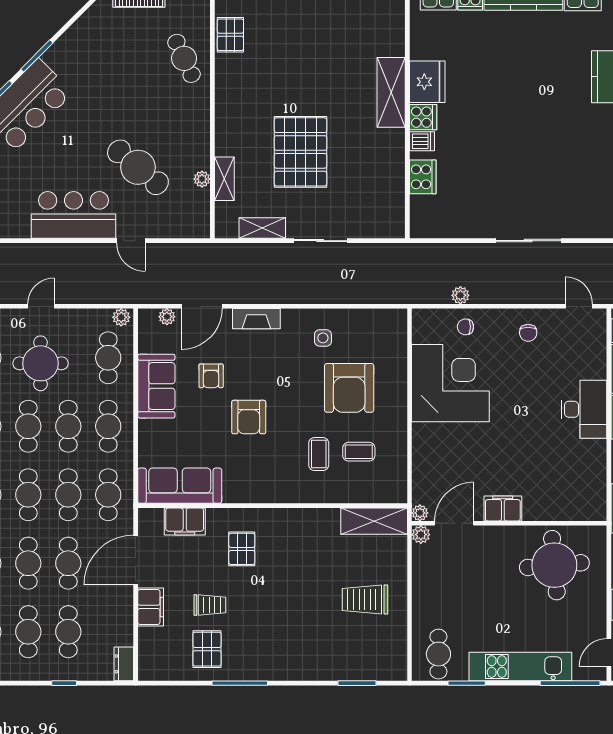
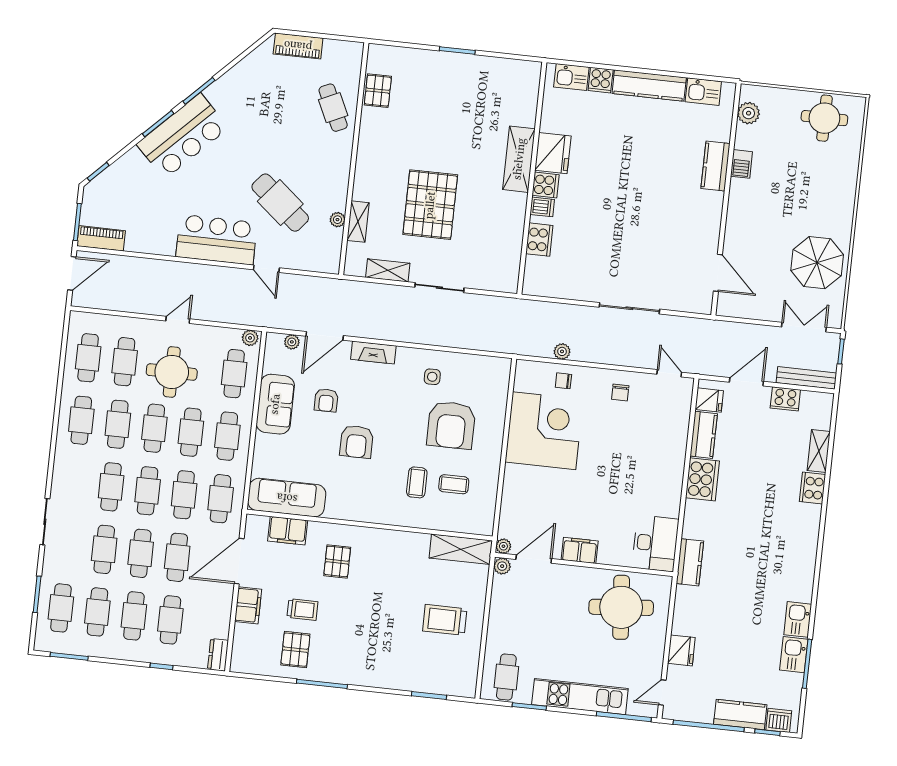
desk: (584, 409) -> (655, 543), moved

